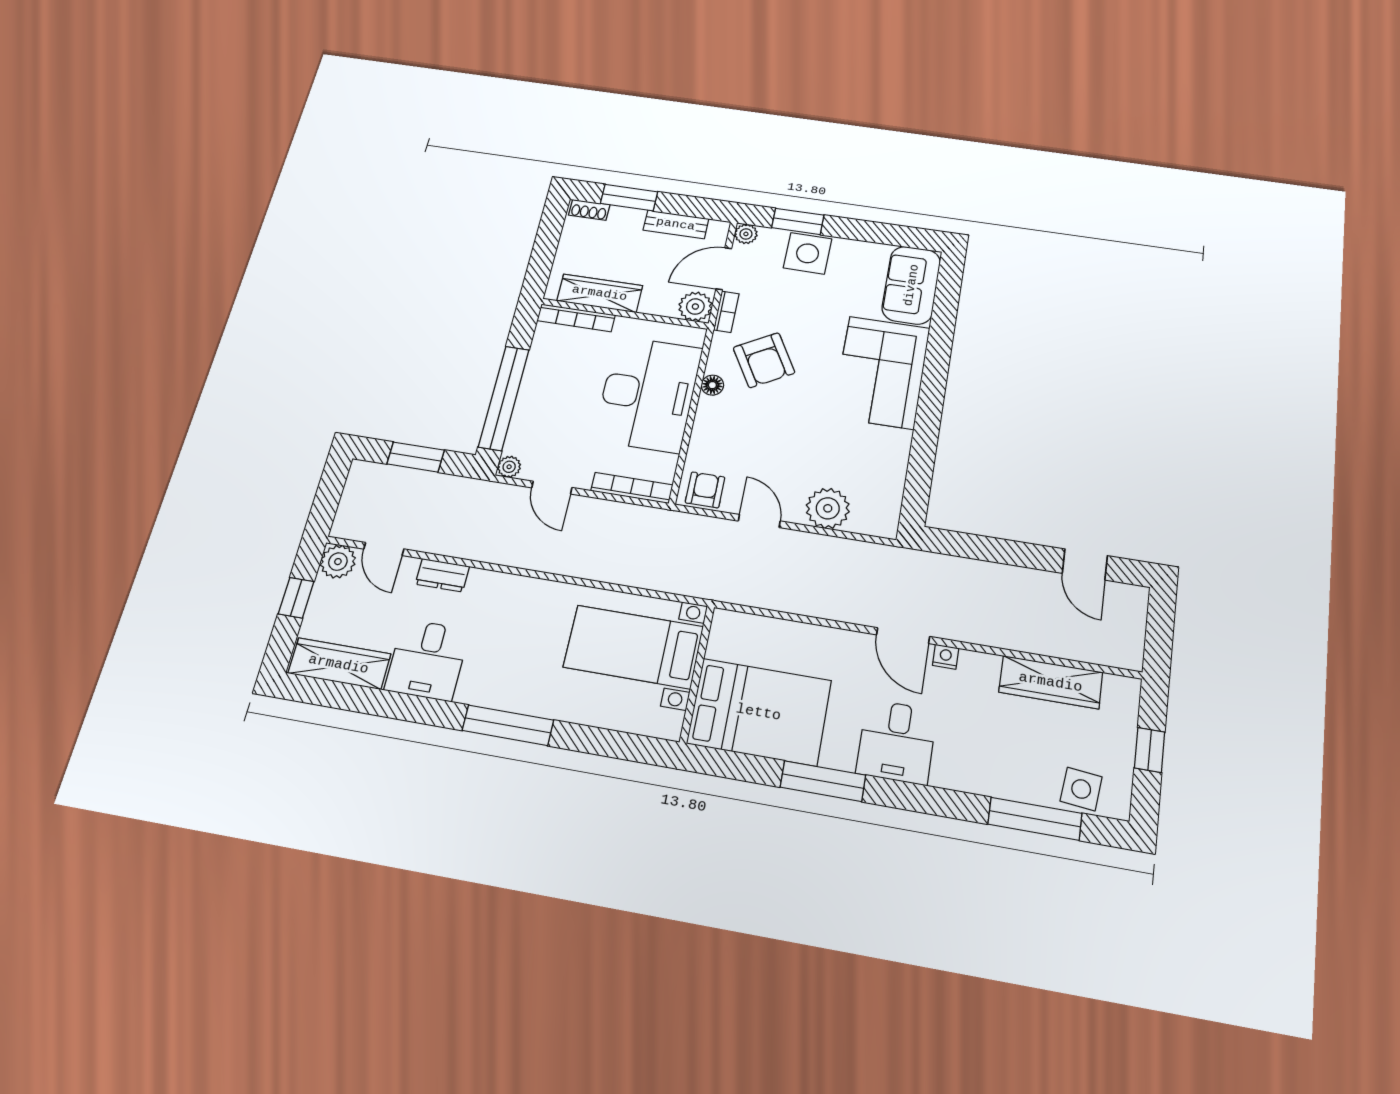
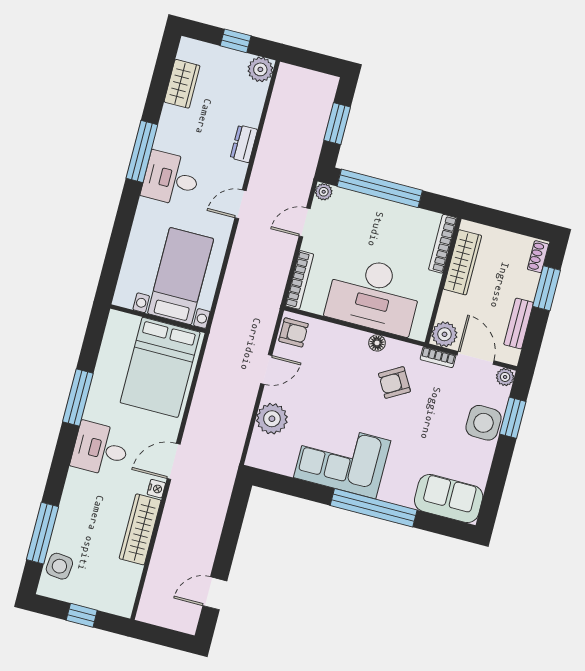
armchair: (764, 360) -> (394, 383), width x0.72, depth x0.72
corner sofa: (881, 372) -> (342, 459), moved
window: (935, 372) -> (374, 508), added
door: (384, 549) -> (241, 204), moved
desk: (427, 660) -> (171, 179), moved
wardrobe: (339, 664) -> (182, 84), width x0.67
wardrobe: (1051, 682) -> (140, 529), moved
bed: (759, 712) -> (160, 367), moved
window: (508, 725) -> (142, 152), moved

